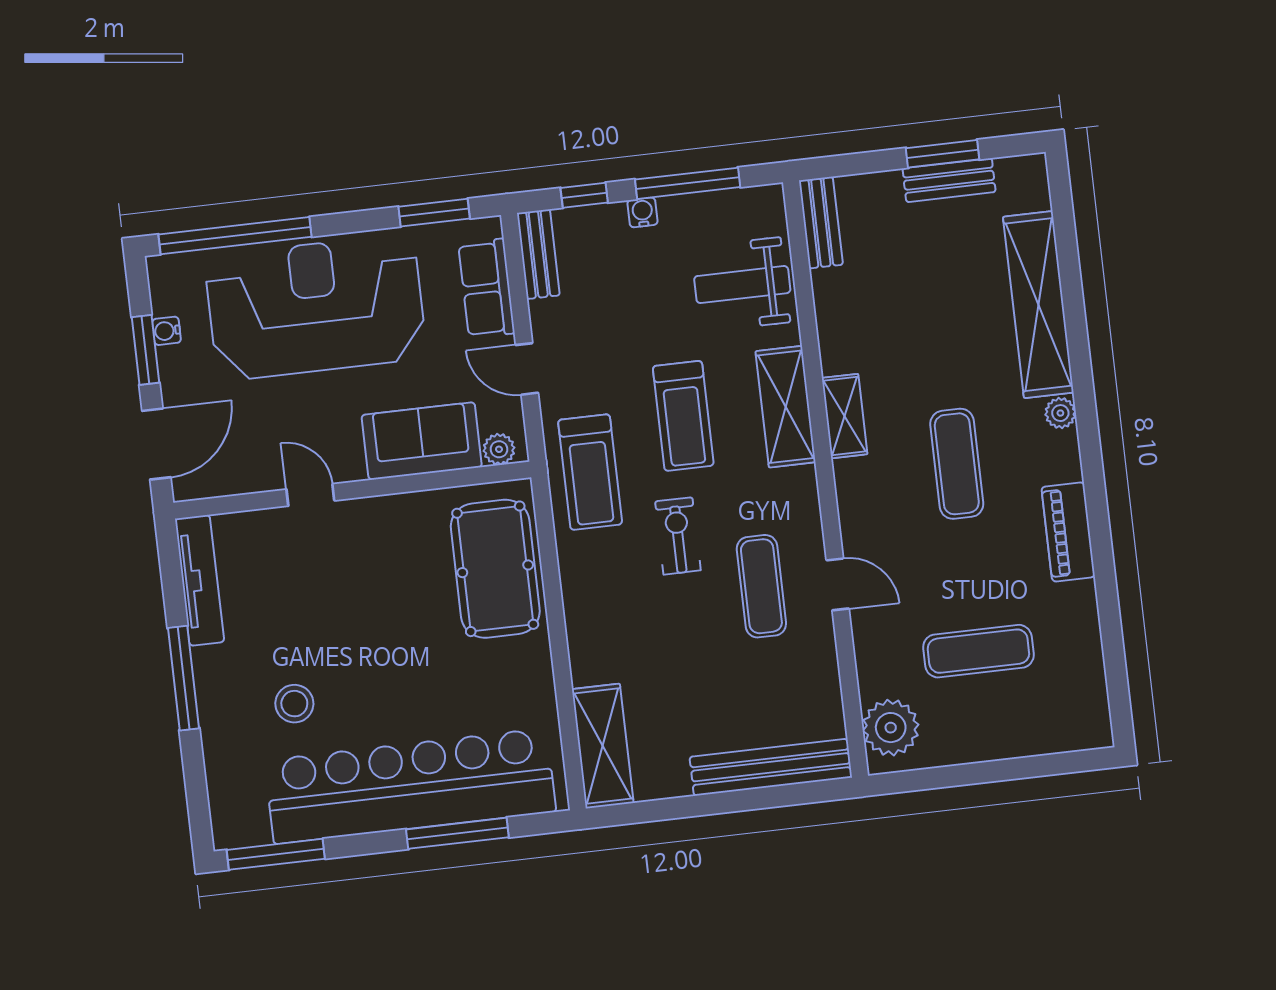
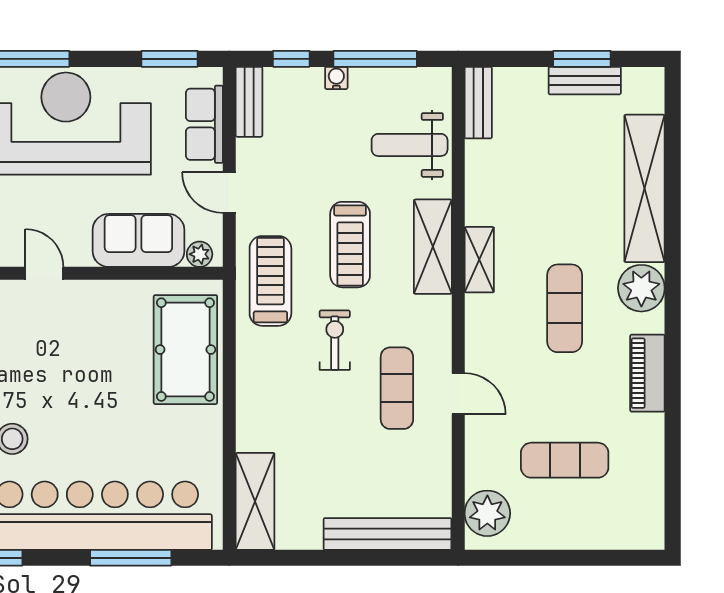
plant: (1060, 413) -> (641, 288), width x1.88, depth x1.88
treadmill: (590, 472) -> (270, 281), turned 180

